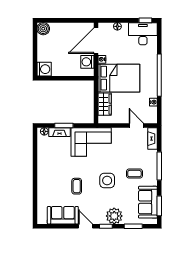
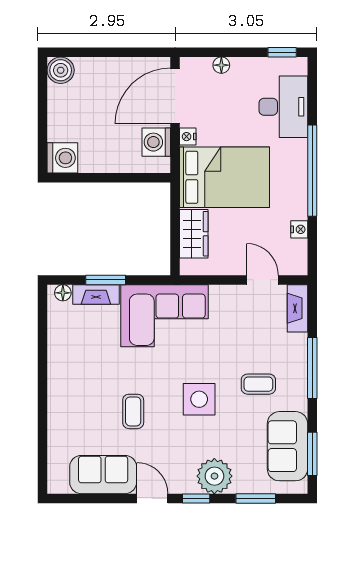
desk: (143, 34) -> (283, 107), moved, turned 90

